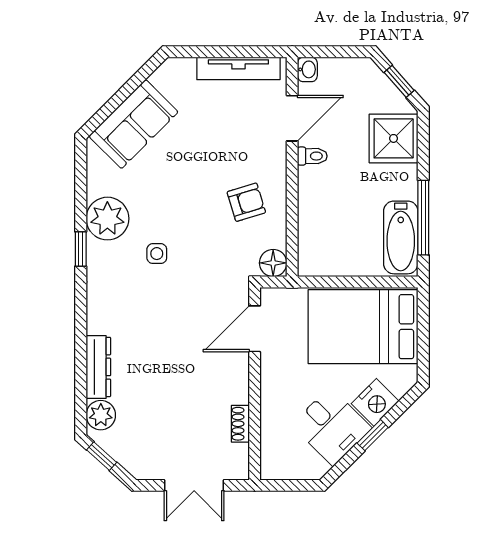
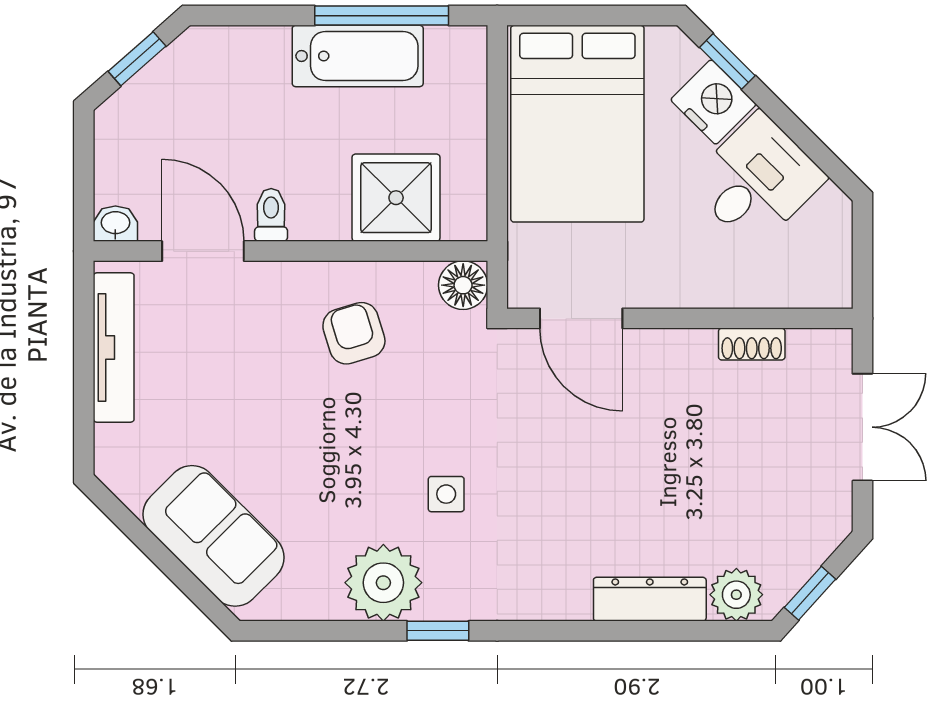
shower: (394, 138) -> (396, 198), moved
bathtub: (401, 237) -> (358, 56), moved
window: (373, 435) -> (727, 61), moved

